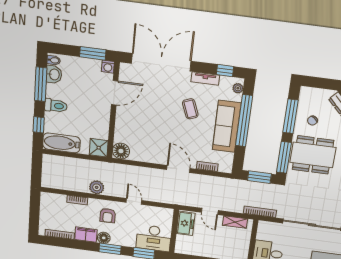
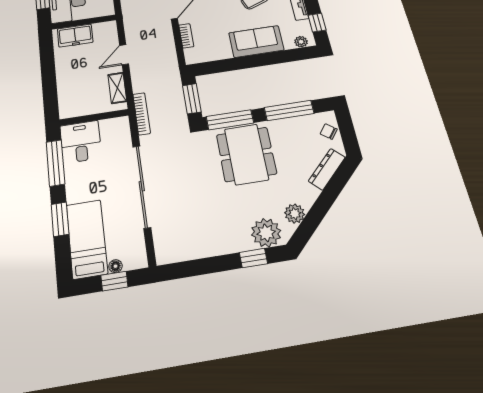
window: (244, 121) -> (262, 60), removed
chair: (313, 121) -> (329, 132), moved
sofa: (227, 126) -> (256, 41), width x0.73
freezer: (186, 223) -> (75, 36), moved

